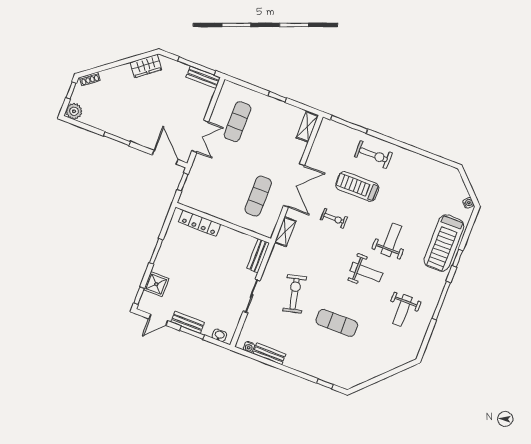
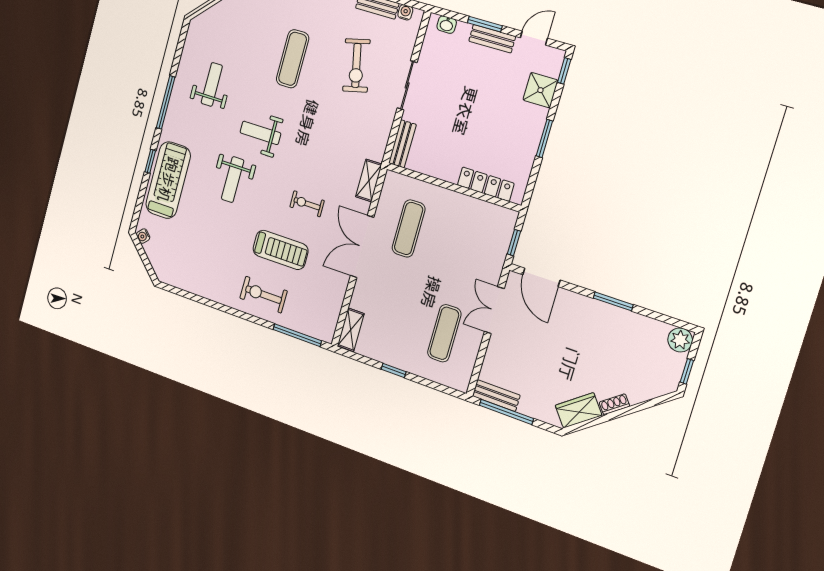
shoe rack: (90, 79) -> (614, 404), moved
exercise bike: (295, 294) -> (356, 65), moved
exercise mat: (337, 323) -> (293, 59), turned 90

